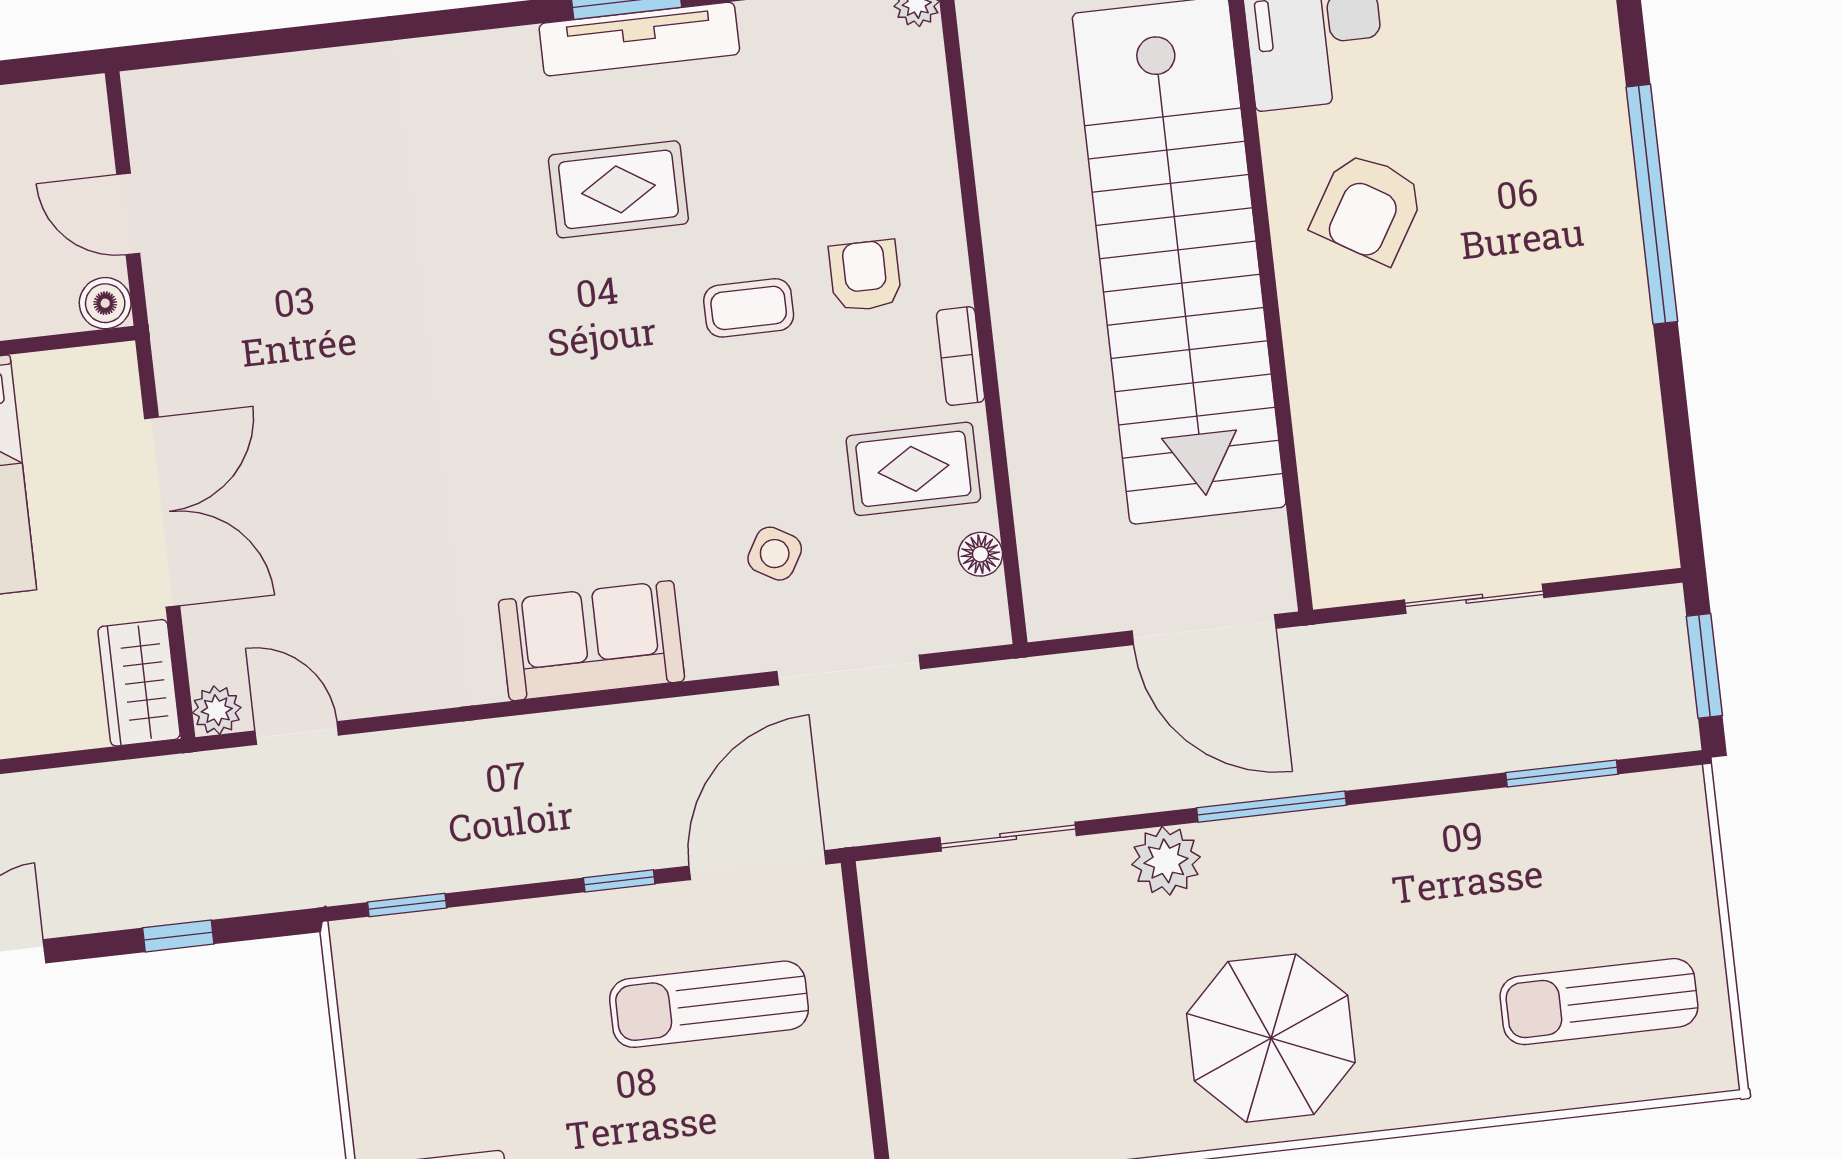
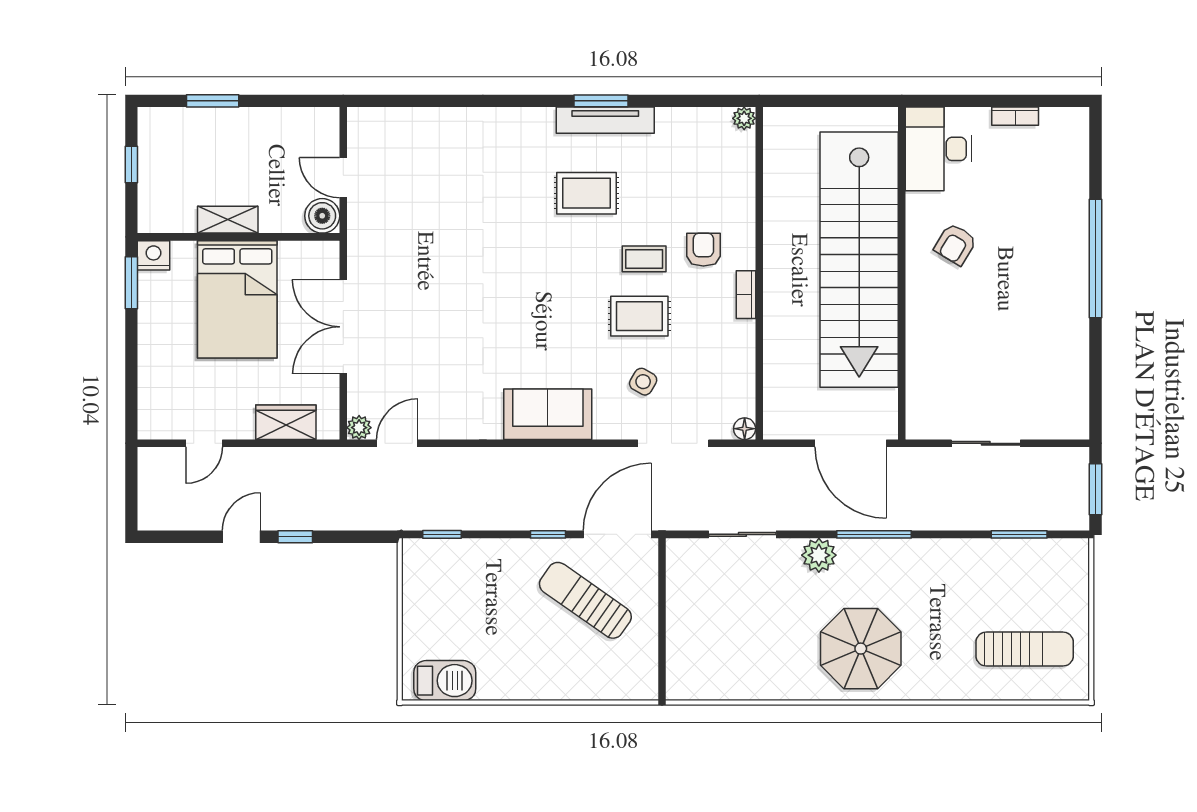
armchair: (1368, 208) -> (955, 244), width x0.72, depth x0.72
boiler: (105, 303) -> (322, 216), width x1.36, depth x1.36
rug: (913, 469) -> (639, 316), moved
double door: (162, 512) -> (343, 327), swing flipped
floor lamp: (980, 554) -> (745, 429), moved
wardrobe: (139, 683) -> (286, 422), moved, turned 90
door: (297, 733) -> (397, 443), hinge flipped
window: (178, 936) -> (295, 537), moved
sun lounger: (1599, 1002) -> (1025, 649), turned 180
sun lounger: (709, 1004) -> (585, 600), turned 35

